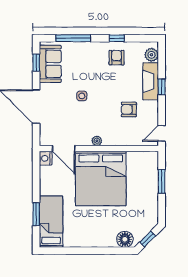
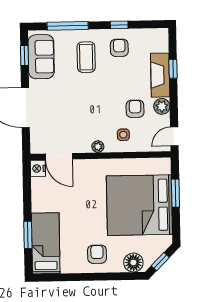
plant: (152, 55) -> (162, 106), moved
coffee table: (88, 65) -> (86, 57), added
window: (162, 87) -> (173, 69), moved
side table: (82, 96) -> (123, 135), moved
armchair: (129, 109) -> (135, 109), turned 90
bed: (101, 178) -> (139, 205), moved, turned 90
armchair: (94, 232) -> (97, 254), added

